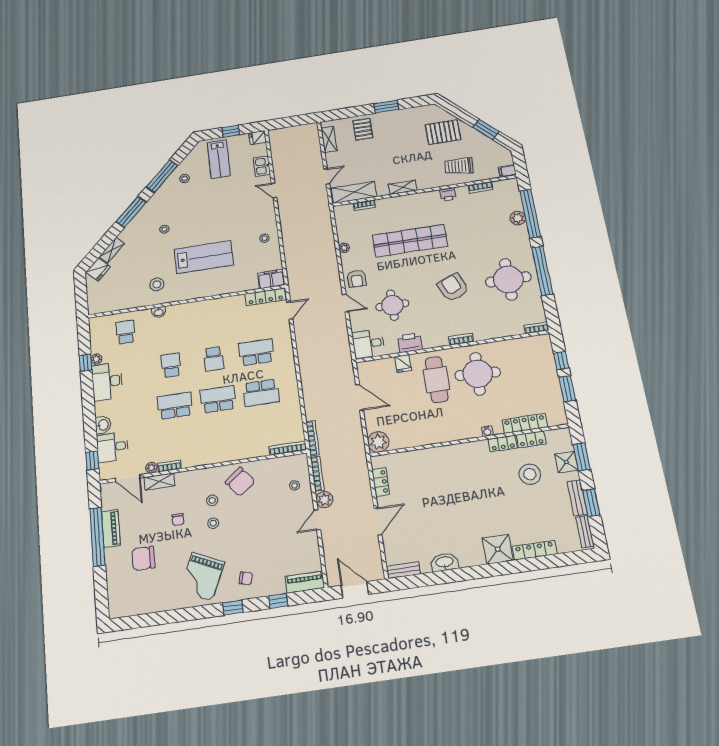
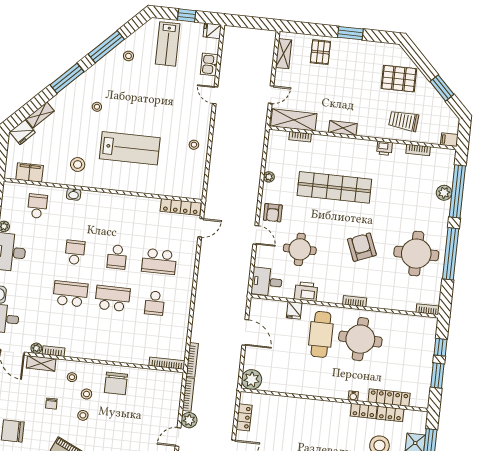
filing cabinet: (271, 279) -> (30, 173), moved
school desk: (256, 352) -> (159, 261), turned 180
school desk: (261, 393) -> (155, 303), width x0.54
chair: (240, 482) -> (116, 383), turned 38
stool: (295, 485) -> (72, 377), moved

